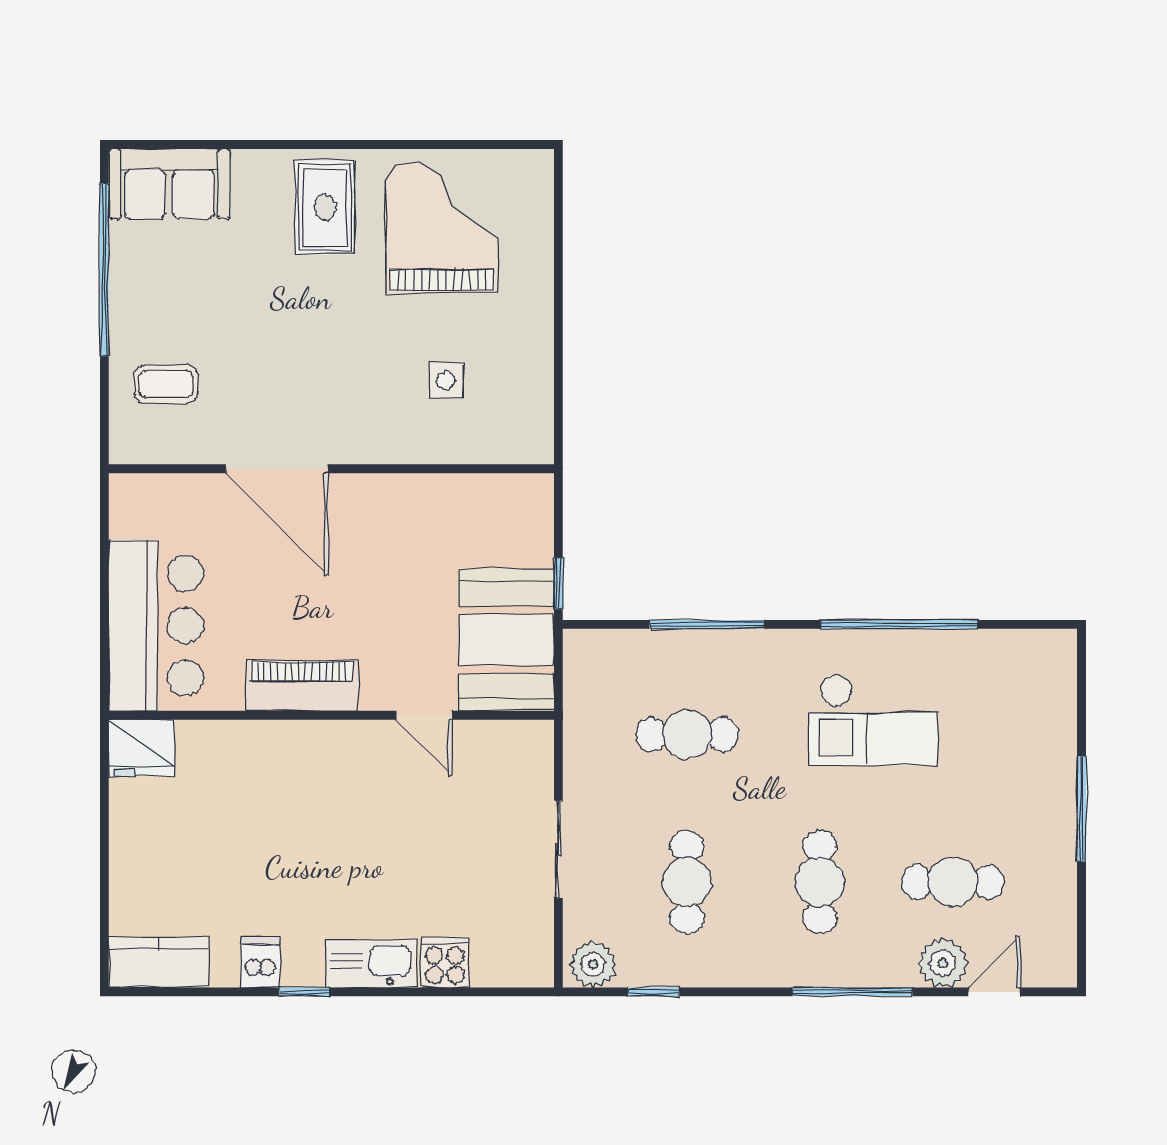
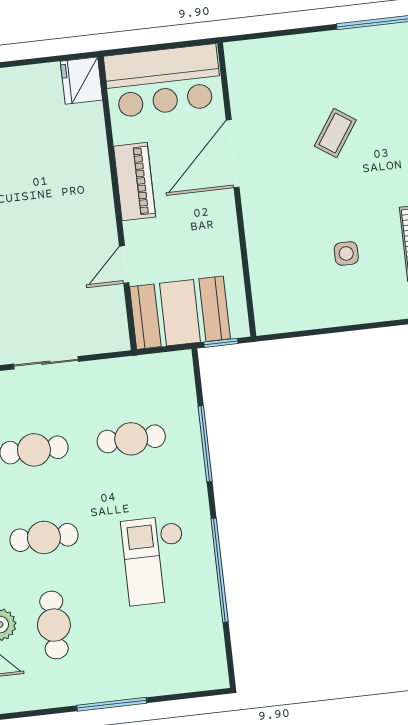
coffee table: (166, 384) -> (335, 133), moved, turned 34
door: (277, 469) -> (233, 154), moved
wall: (331, 469) -> (237, 190), moved
cafe table: (687, 734) -> (131, 439), turned 90

